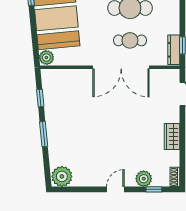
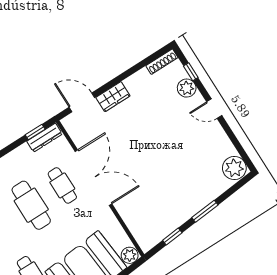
wardrobe: (172, 137) -> (113, 97), moved
shoe rack: (175, 177) -> (162, 62), width x1.43

